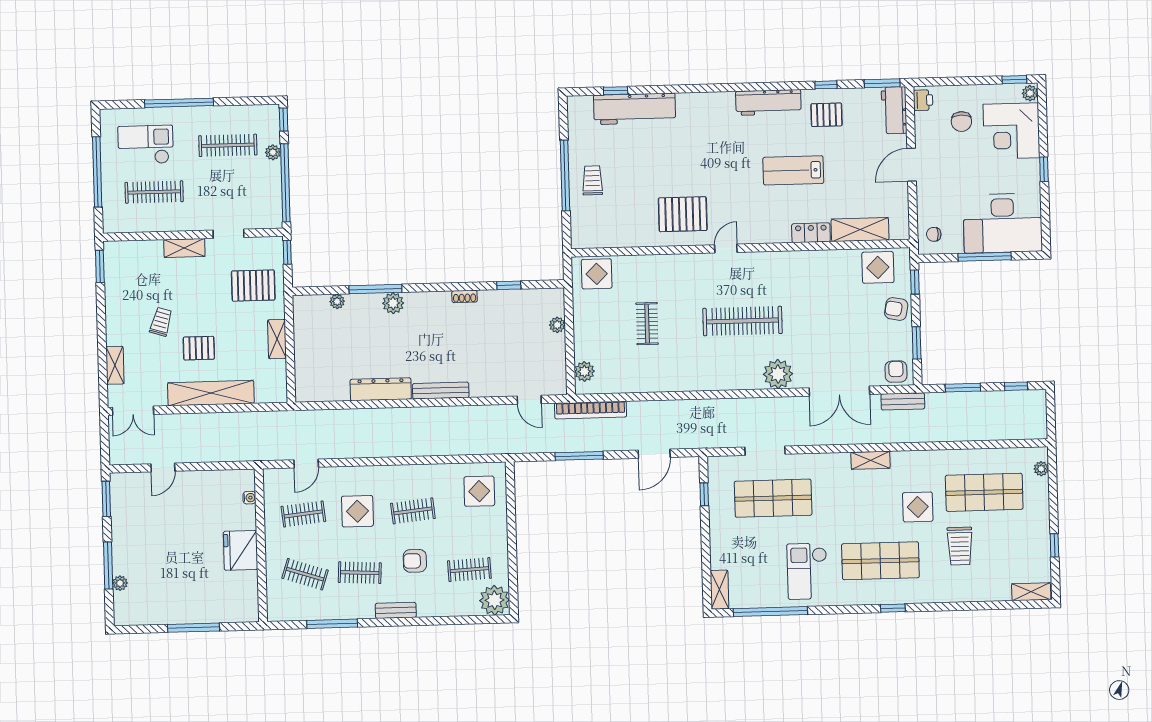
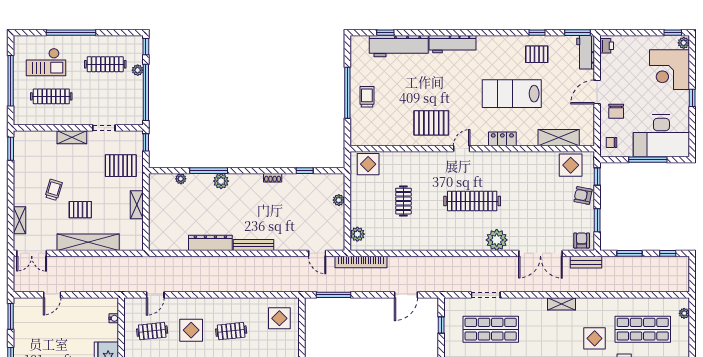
workbench: (768, 102) -> (453, 44), moved
chair: (961, 122) -> (616, 111), moved
checkout: (146, 145) -> (46, 62), turned 180
lab bench: (793, 170) -> (512, 94), width x1.36, depth x1.39
locker: (811, 233) -> (502, 139), moved
window: (579, 456) -> (334, 295), moved

